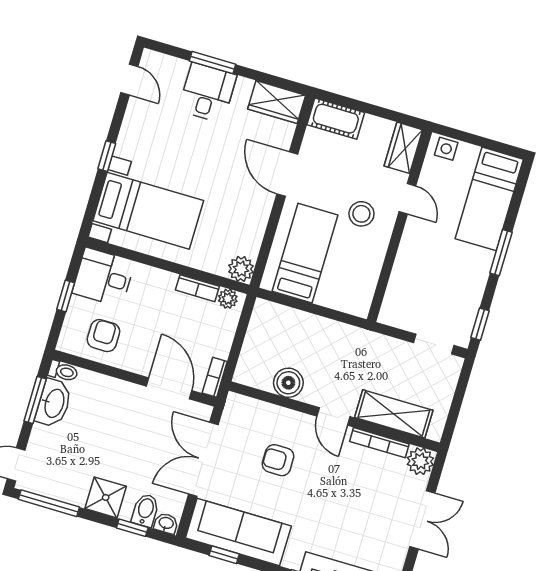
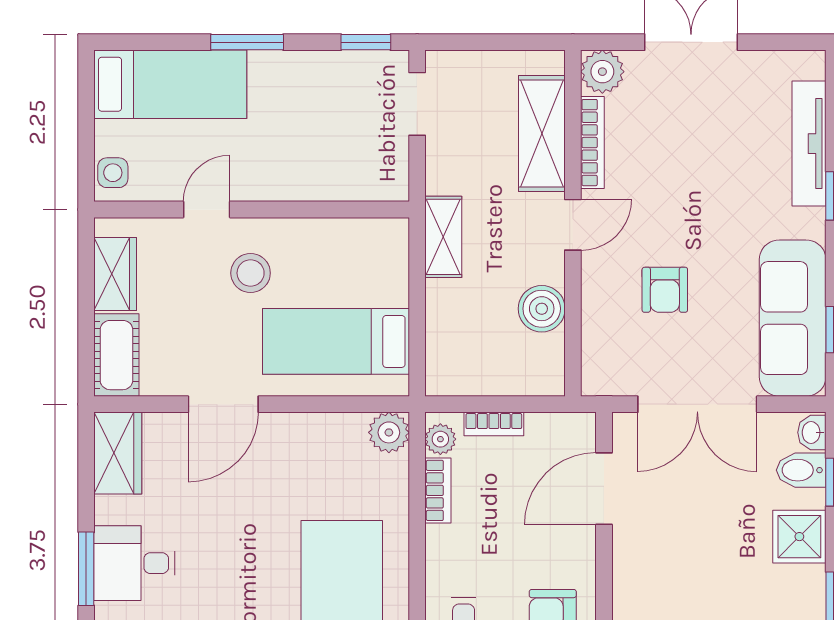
wardrobe: (403, 148) -> (115, 274), moved, turned -90
shelving: (349, 336) -> (443, 237), added
bookcase: (215, 377) -> (494, 424), moved

